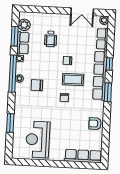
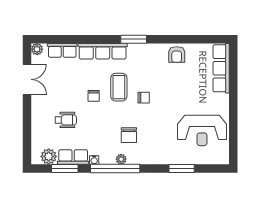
window: (109, 64) -> (96, 39), removed
row of seats: (100, 75) -> (103, 51), width x0.73

